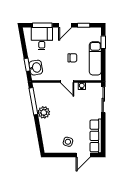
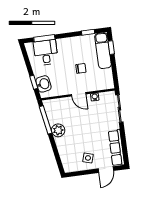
door: (65, 25) -> (68, 35), removed
exam couch: (95, 58) -> (103, 51), moved

